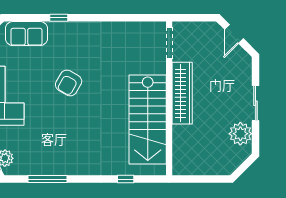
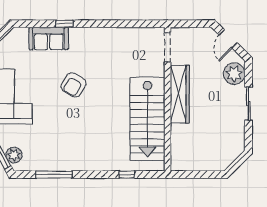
sofa: (26, 34) -> (49, 38), moved
plant: (240, 134) -> (234, 74), moved

